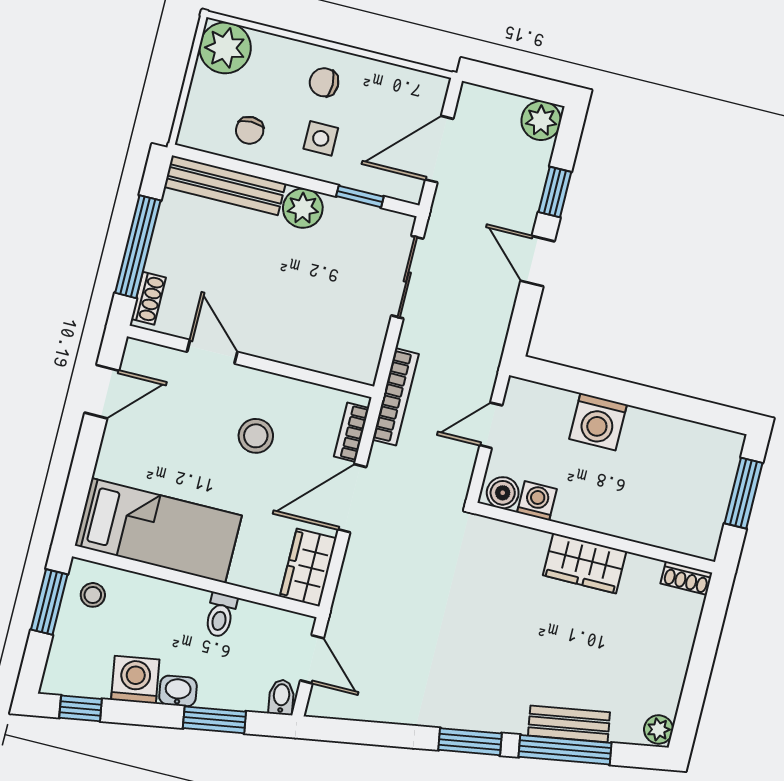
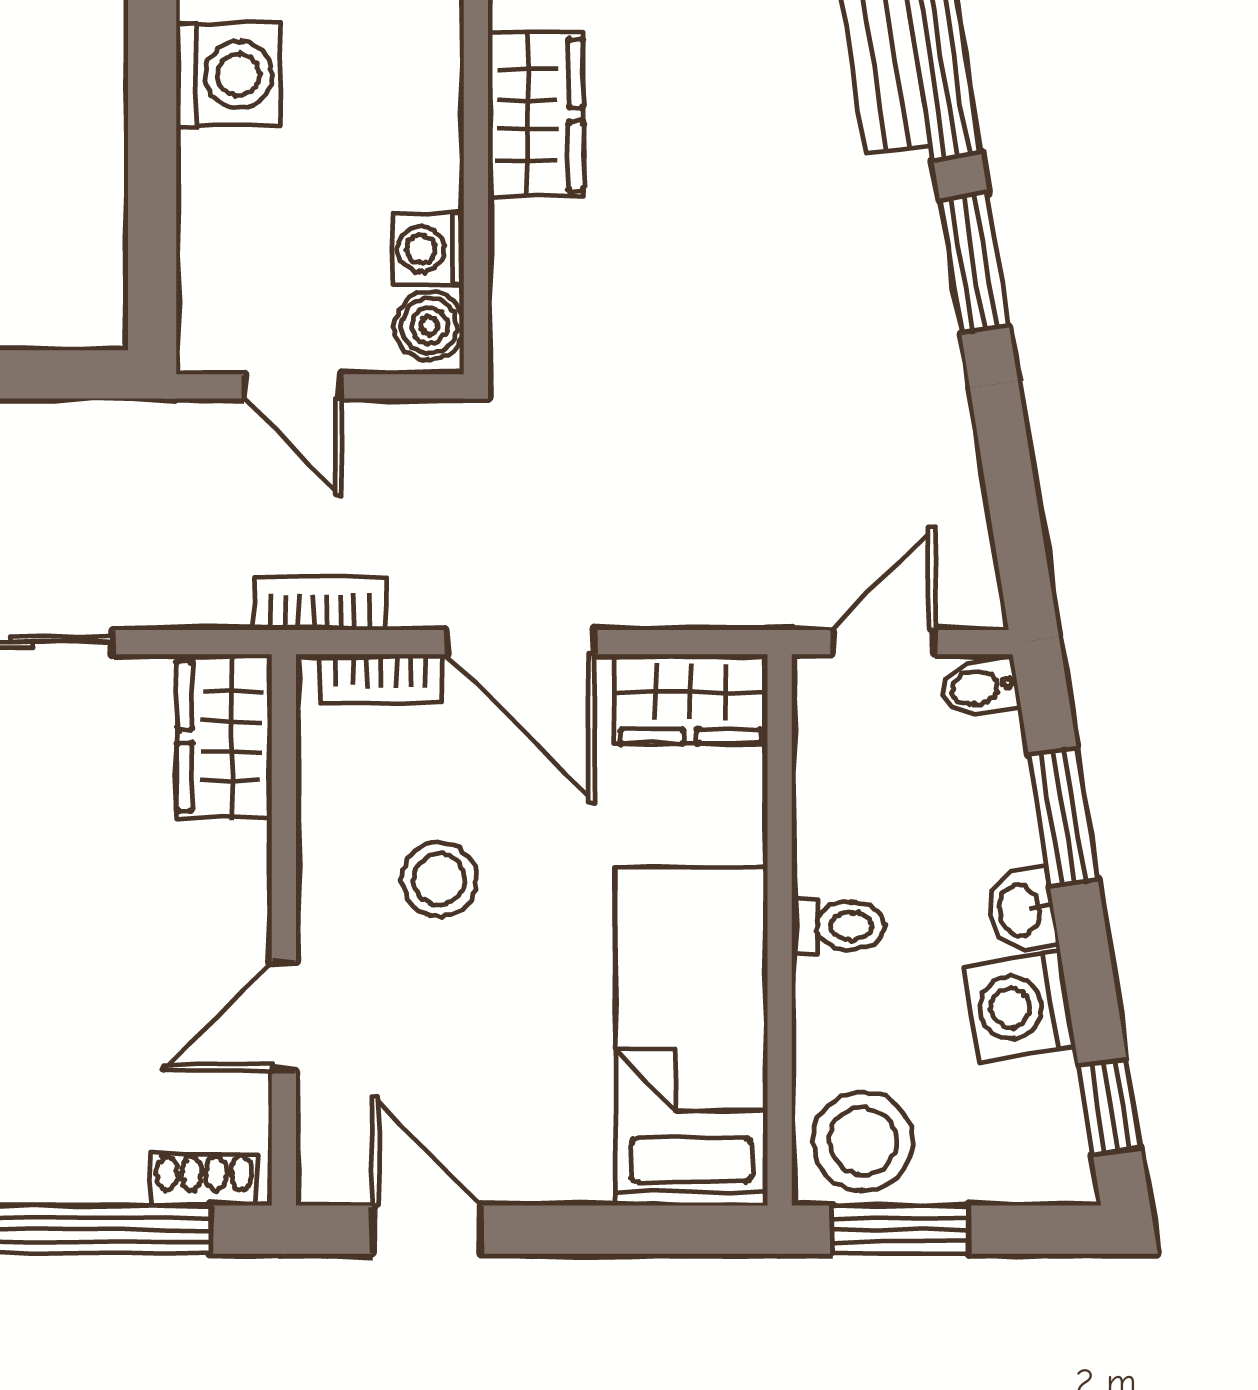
wardrobe: (343, 356) -> (224, 736), added
bookcase: (396, 397) -> (320, 604), width x0.64
washing machine: (598, 422) -> (228, 75), moved
stool: (93, 595) -> (863, 1141), width x1.89, depth x1.89
toilet: (220, 615) -> (838, 926), moved

